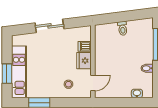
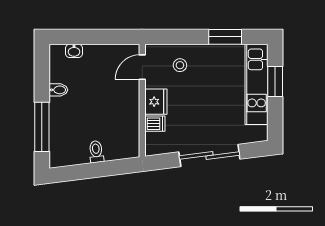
sliding door: (49, 26) -> (209, 155), width x1.37

